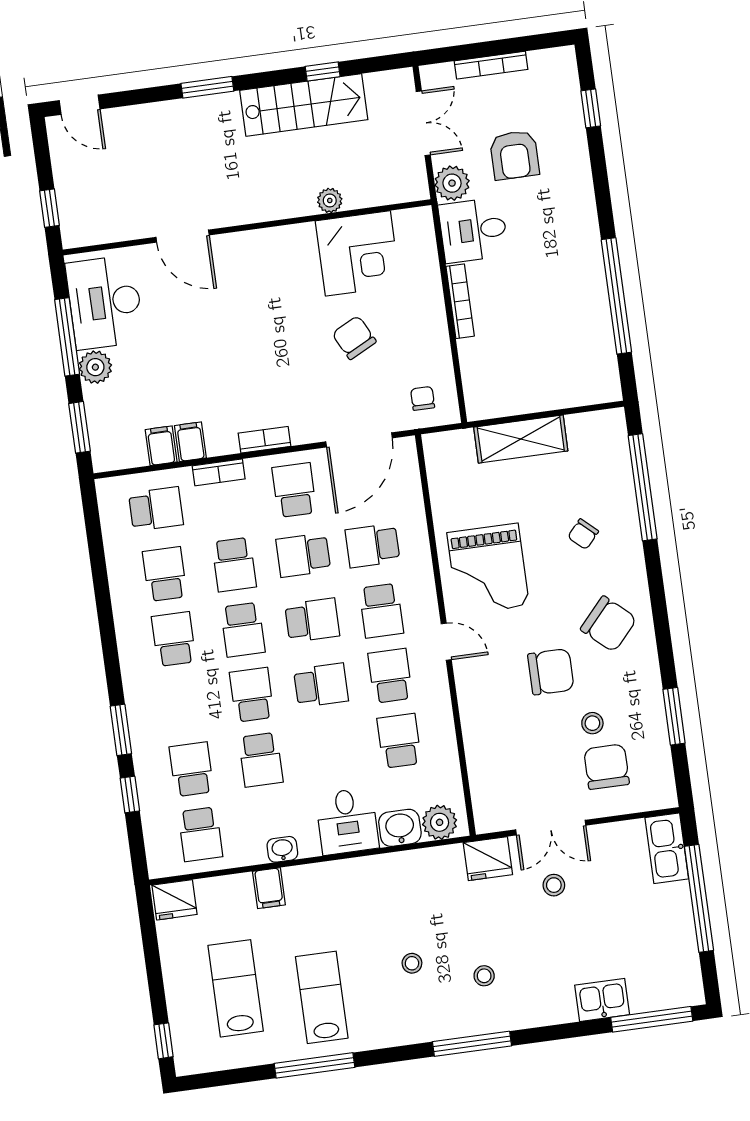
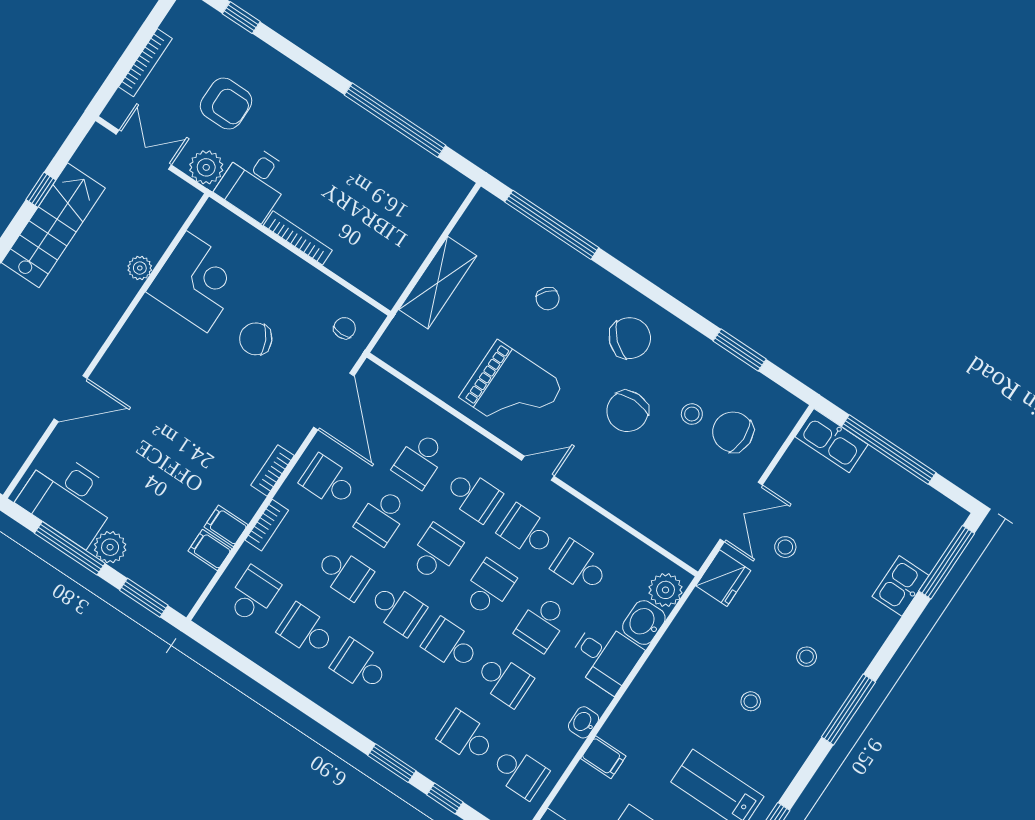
chair: (423, 398) -> (345, 328), turned 90
chair: (551, 672) -> (627, 411), turned 180
school desk: (330, 750) -> (542, 623), added

